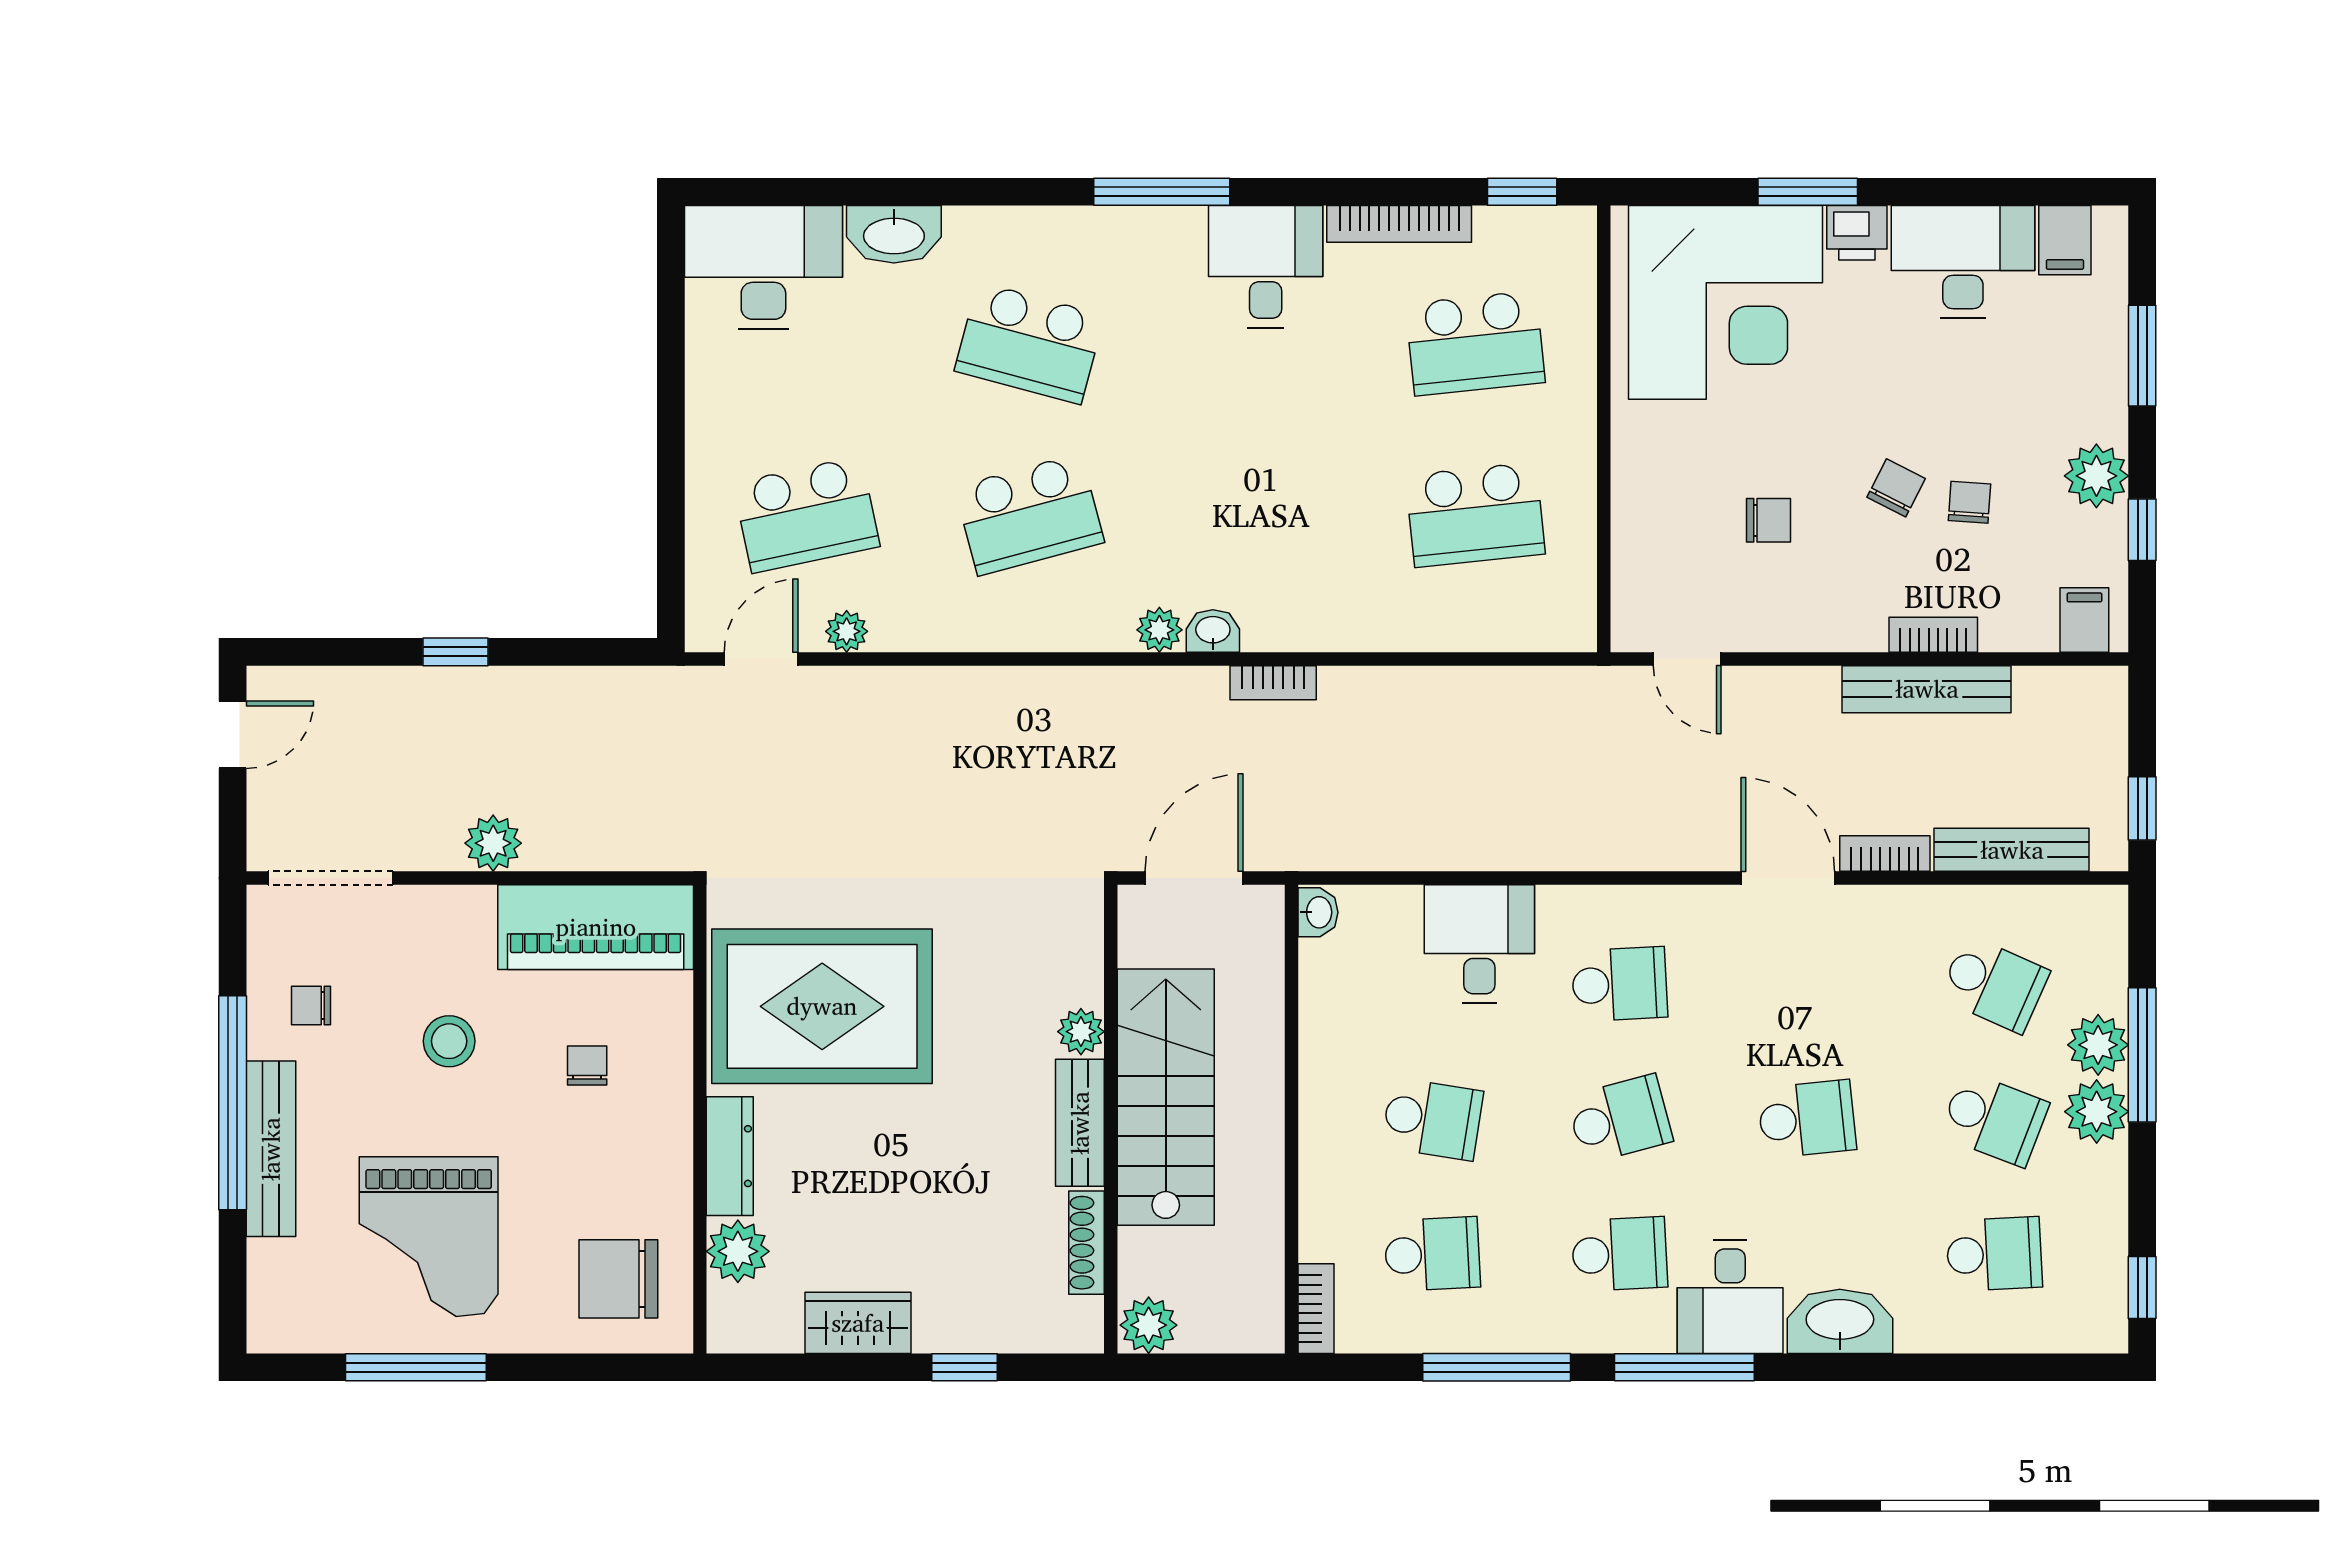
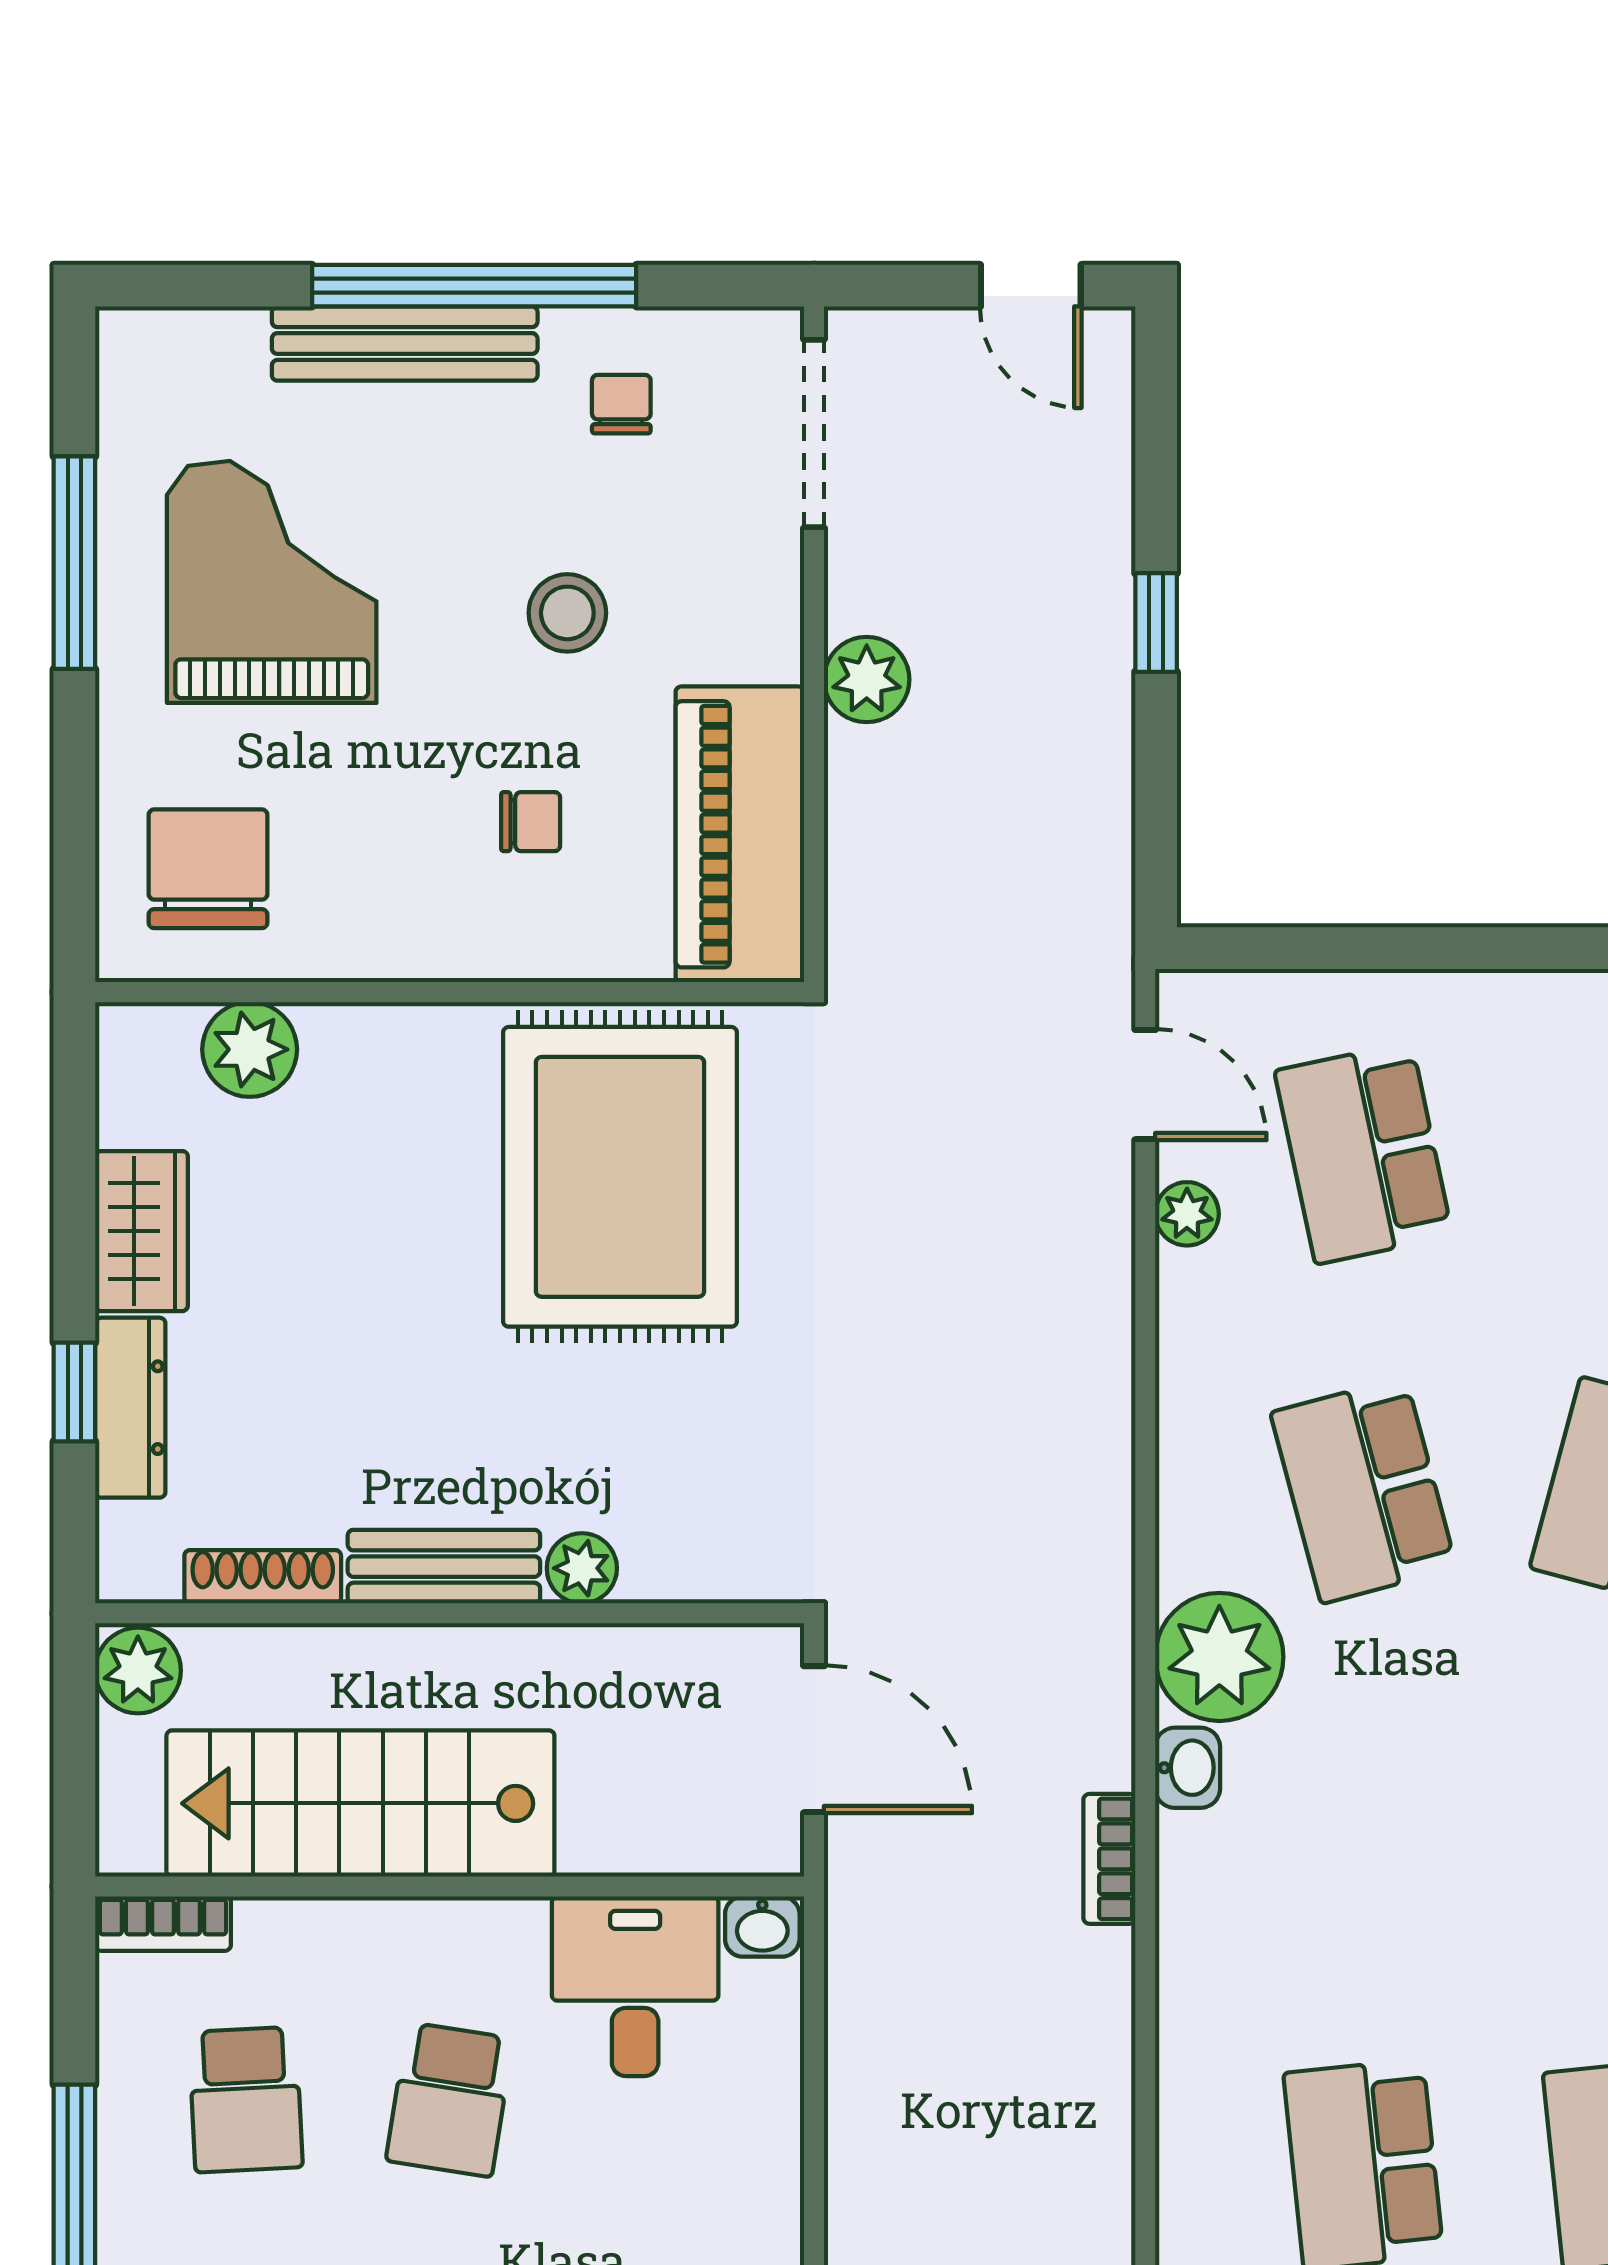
plant: (1159, 630) -> (1219, 1657), width x1.87, depth x1.87
desk: (1479, 944) -> (635, 1986), moved, turned -90
stairs: (1166, 1097) -> (360, 1803), moved, turned 180
dresser: (730, 1156) -> (130, 1408), moved, turned -90
grand piano: (429, 1237) -> (272, 582), turned 90

